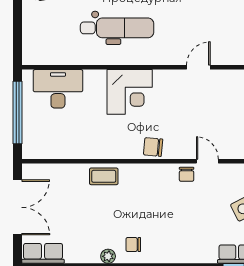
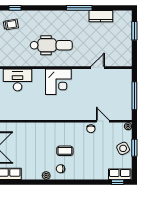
chair: (153, 147) -> (72, 113), removed
coffee table: (104, 176) -> (65, 151), moved

